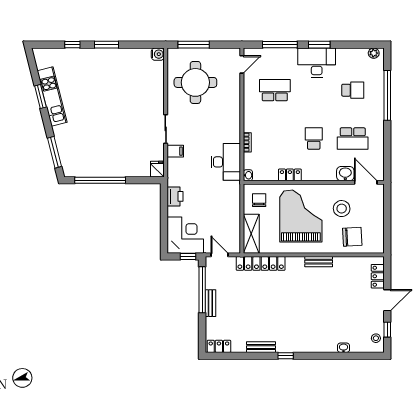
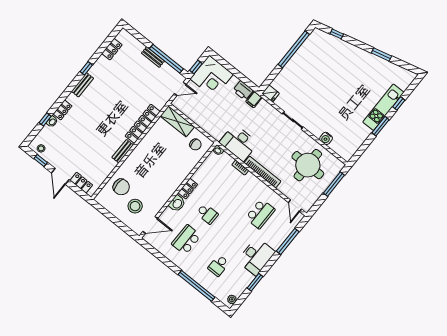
window: (319, 45) -> (255, 282), moved
water cooler: (158, 54) -> (326, 138), moved
kitchen unit: (52, 97) -> (383, 107), moved, turned 104
bookcase: (235, 119) -> (262, 172), added
filing cabinet: (175, 151) -> (254, 100), moved
window: (54, 152) -> (337, 34), width x0.46
washbasin: (345, 174) -> (177, 204), moved
locker: (290, 175) -> (188, 189), moved
stool: (342, 209) -> (135, 206), moved
grand piano: (301, 216) -> (163, 164), removed
chair: (352, 237) -> (121, 187), turned -87
locker: (261, 263) -> (143, 124), moved
locker: (219, 346) -> (112, 49), moved
bench: (261, 347) -> (82, 85), moved
locker: (325, 347) -> (62, 110), added
window: (286, 356) -> (86, 68), moved
window: (346, 356) -> (45, 119), added

